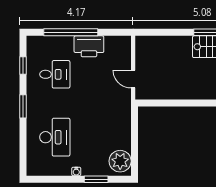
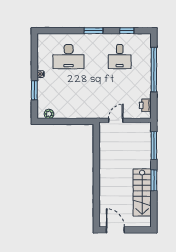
window: (164, 32) -> (154, 146), added
printer: (89, 46) -> (145, 105), moved, width x0.53, depth x0.68
plant: (120, 161) -> (49, 114), width x0.53, depth x0.53

